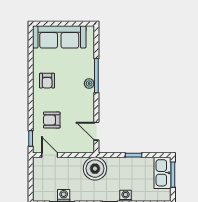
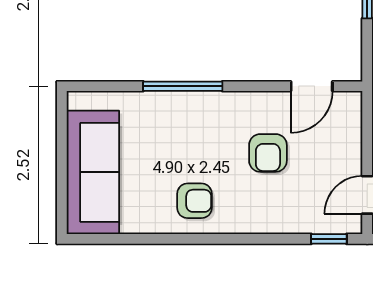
plant: (89, 84) -> (201, 103), removed
armchair: (52, 120) -> (268, 153), moved

